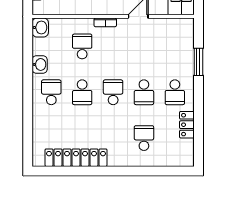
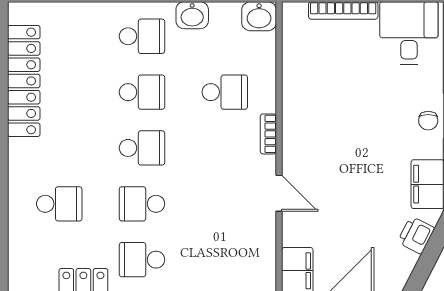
school desk: (82, 92) -> (142, 92), turned 180

